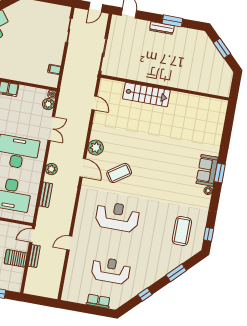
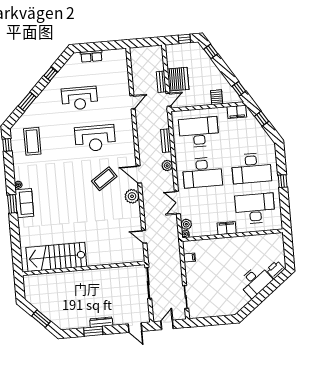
stairs: (146, 95) -> (56, 257), moved, width x1.36, depth x1.51
server rack: (16, 258) -> (178, 79), width x1.60
reception desk: (111, 271) -> (80, 98), moved

